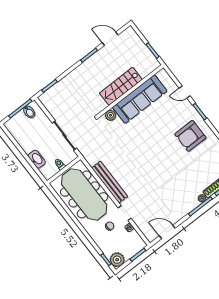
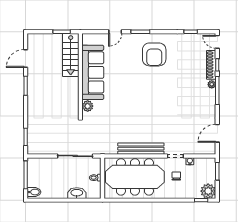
stairs: (121, 86) -> (71, 55), moved
bidet: (29, 112) -> (34, 192), moved

